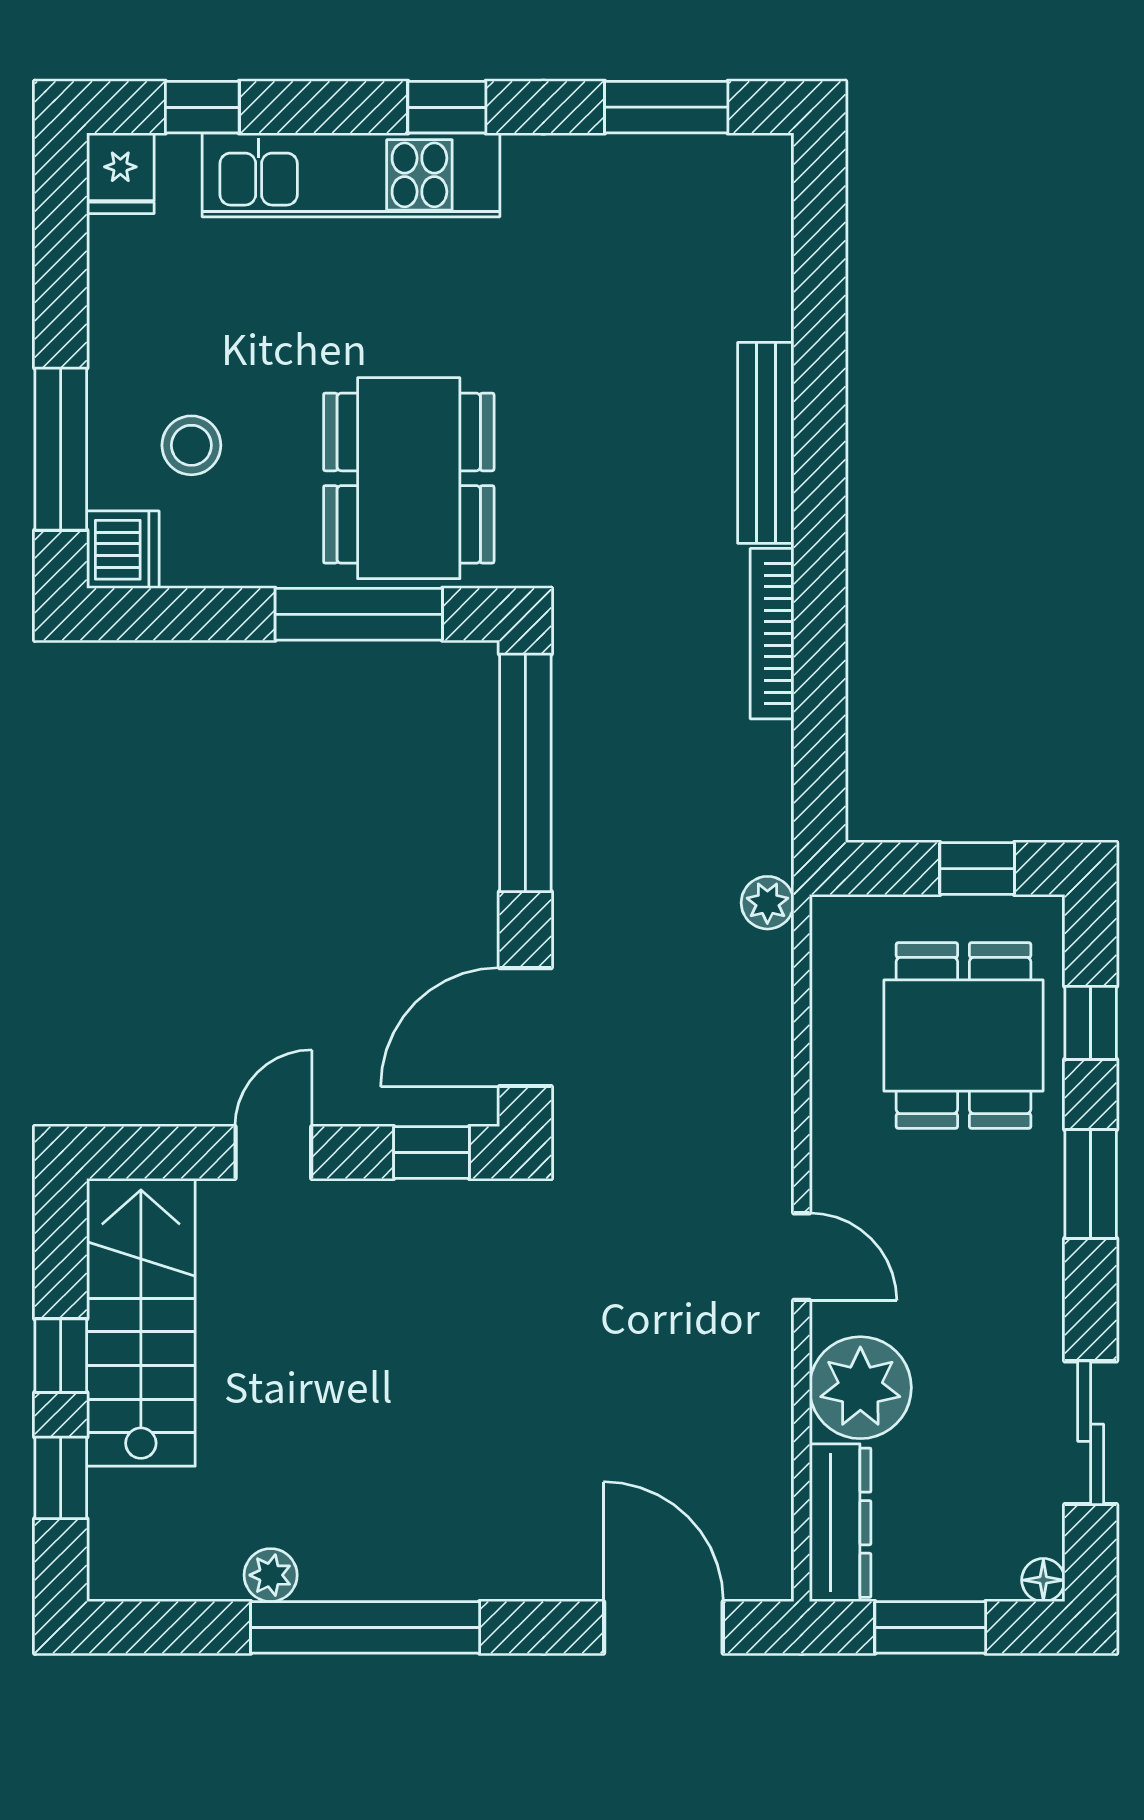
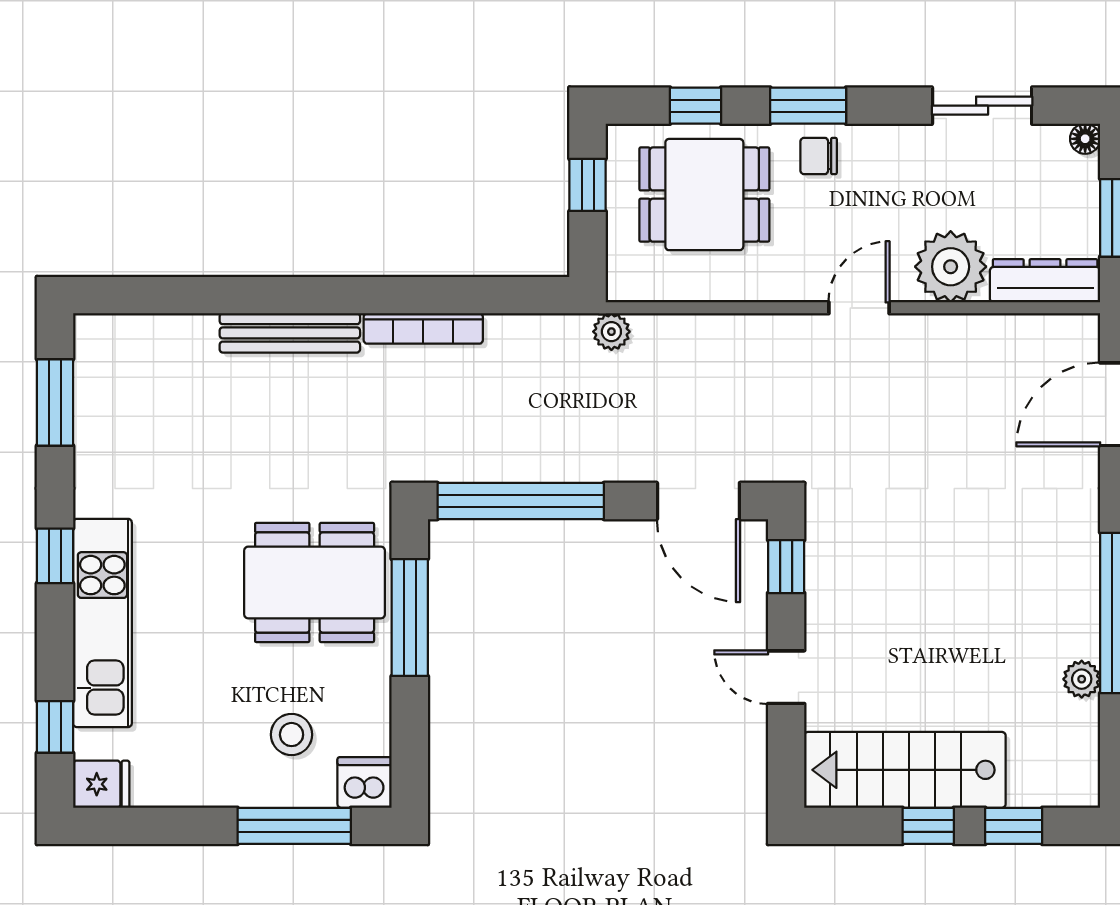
chair: (1019, 1199) -> (819, 156), added

